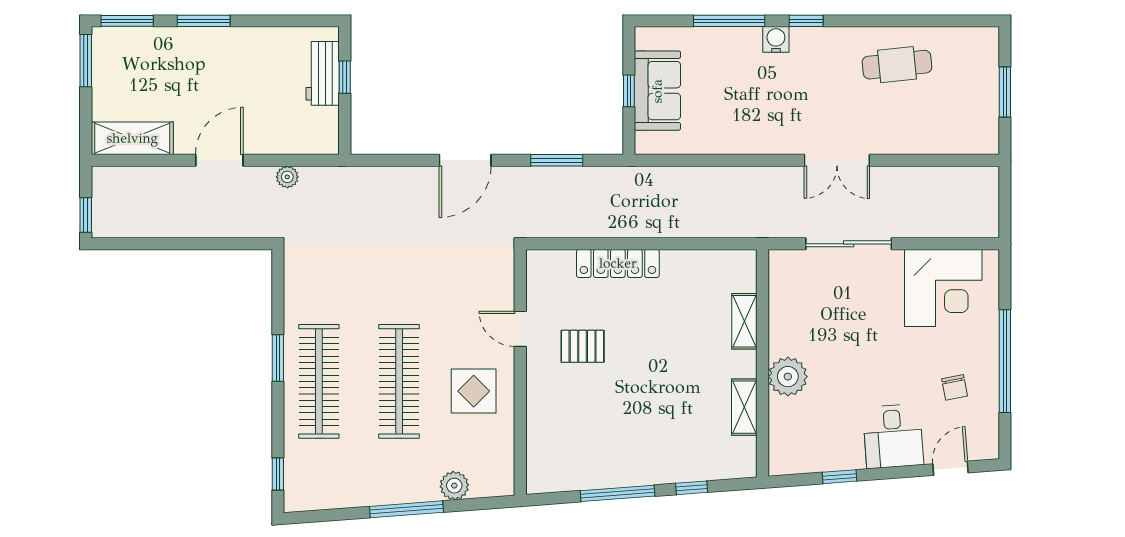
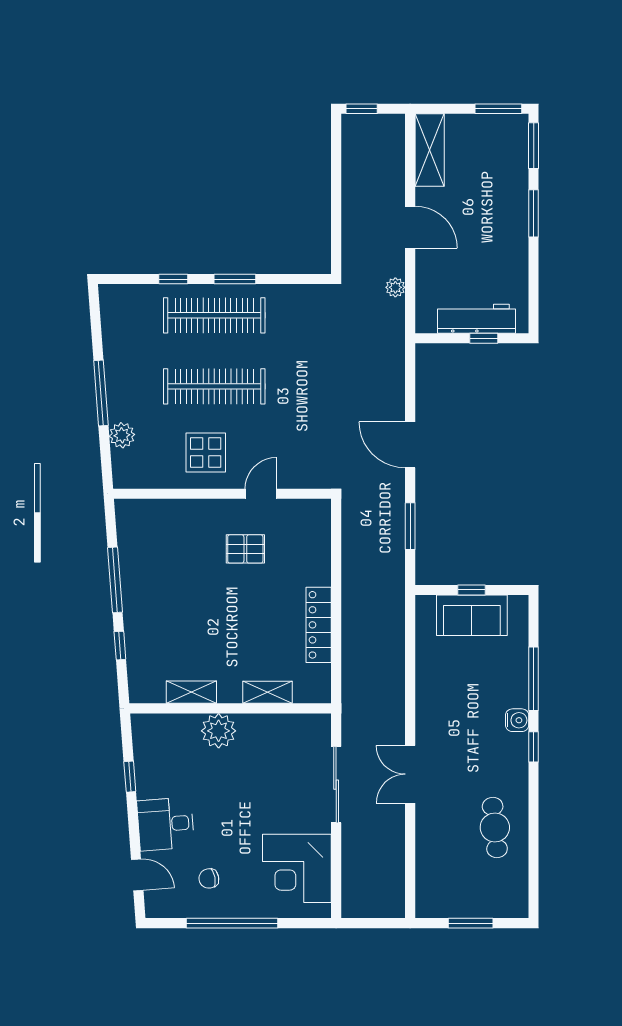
workbench: (323, 73) -> (476, 319), width x1.38
locker: (618, 263) -> (319, 625), moved
pallet: (583, 346) -> (245, 549), turned 90
window: (278, 474) -> (173, 279), moved

